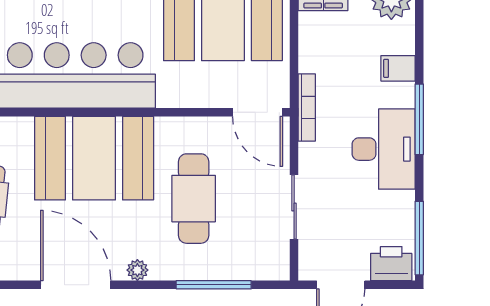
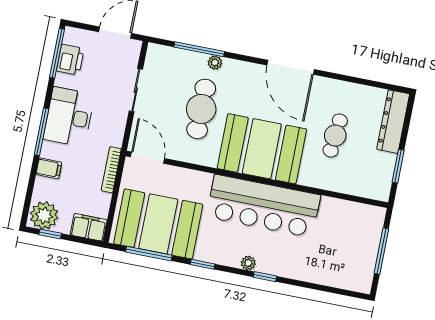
bookcase: (307, 107) -> (111, 170), moved
printer: (391, 264) -> (70, 60), moved, turned -90
plant: (137, 270) -> (215, 62), moved

